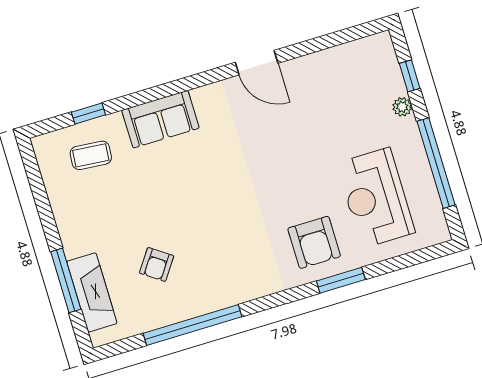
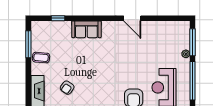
window: (410, 76) -> (193, 42), width x2.17
coffee table: (91, 155) -> (41, 58), moved
window: (66, 280) -> (28, 44), moved

